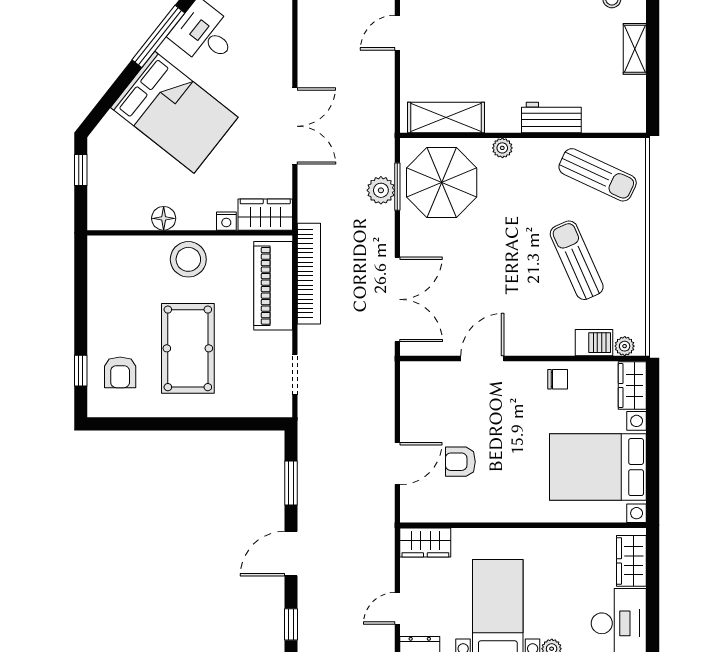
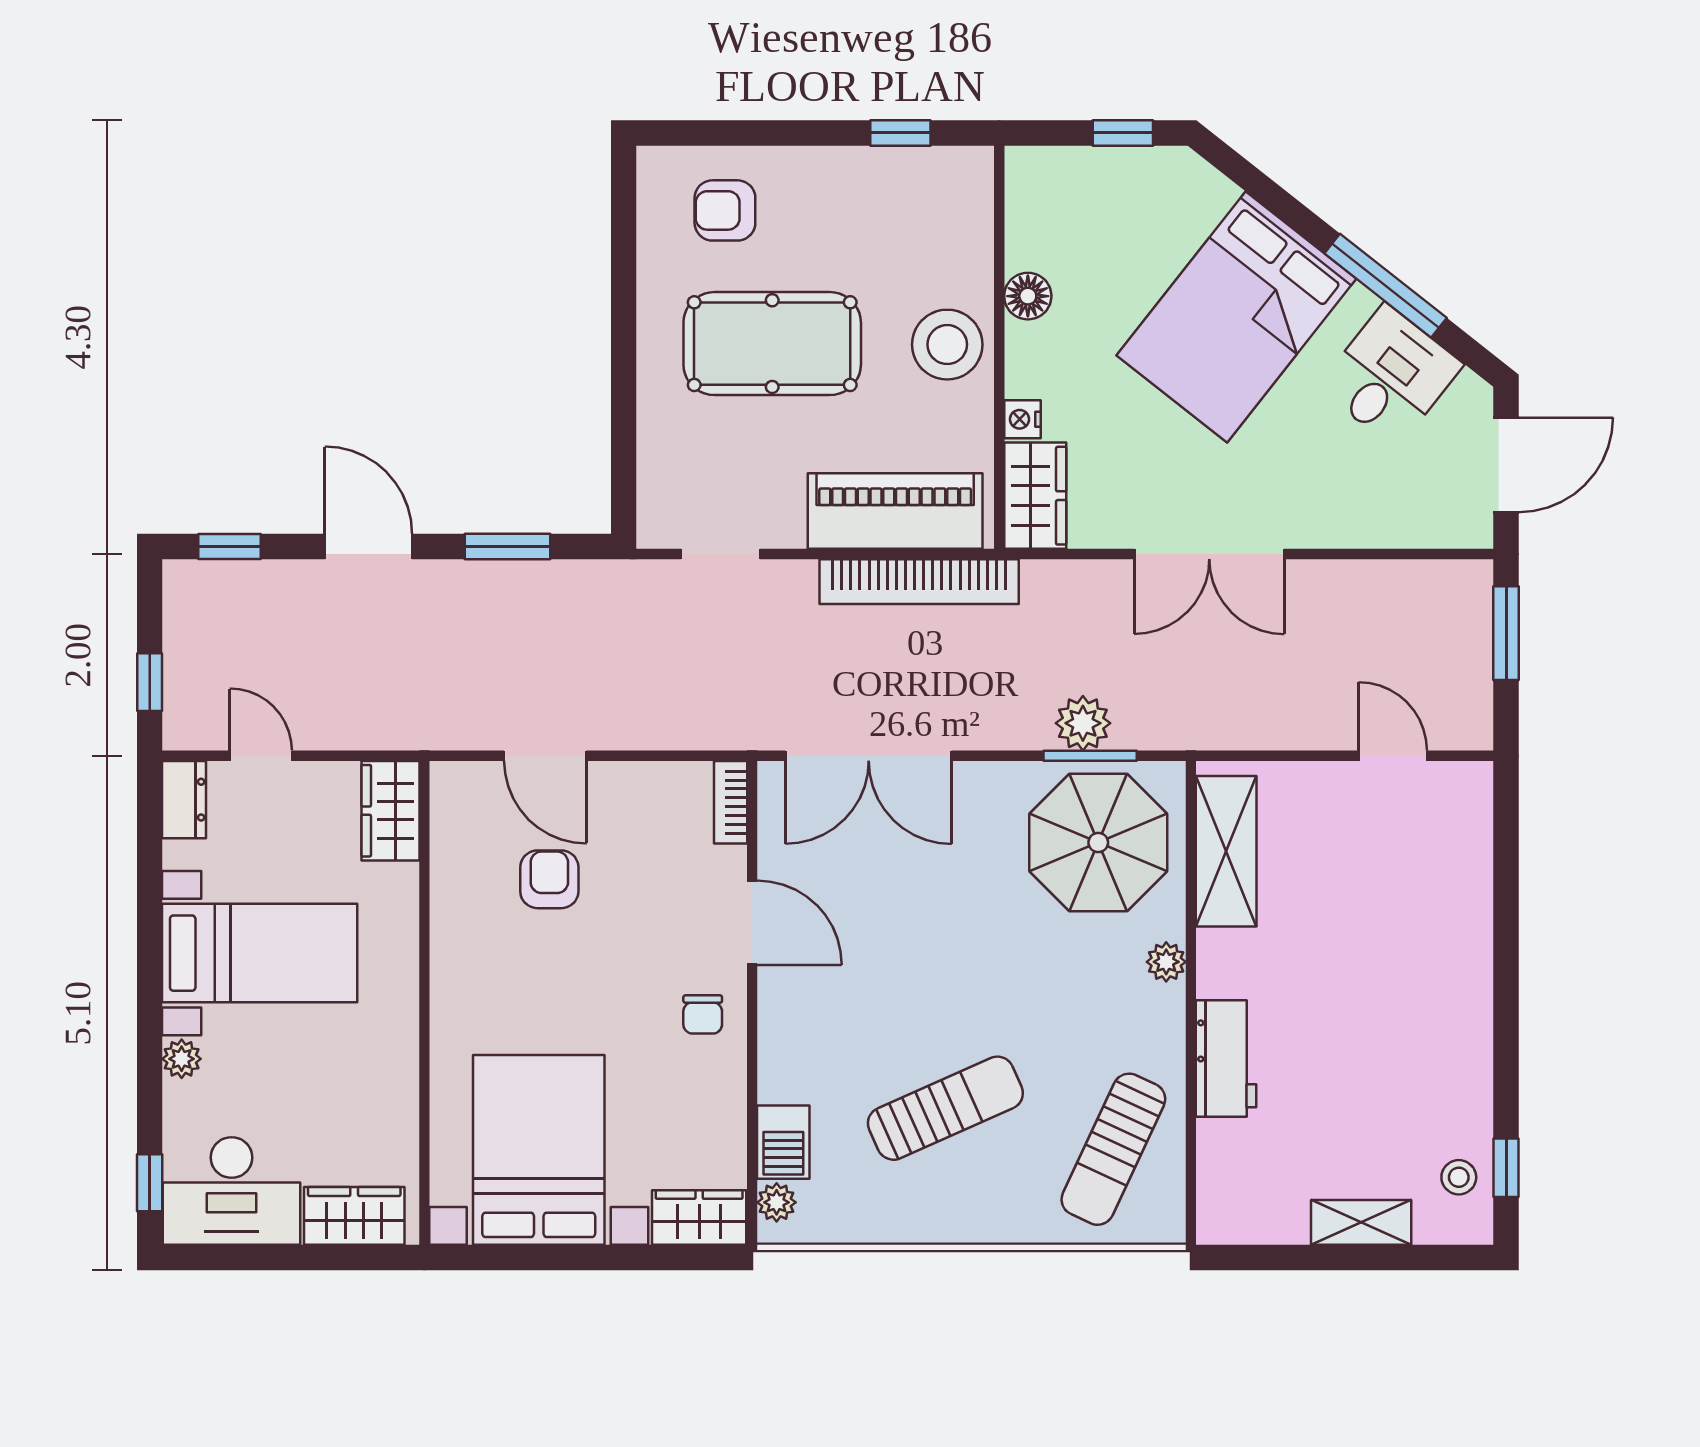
bookcase: (421, 369) -> (731, 802), added
window: (81, 371) -> (900, 133), moved
chair: (558, 379) -> (703, 1014), moved

